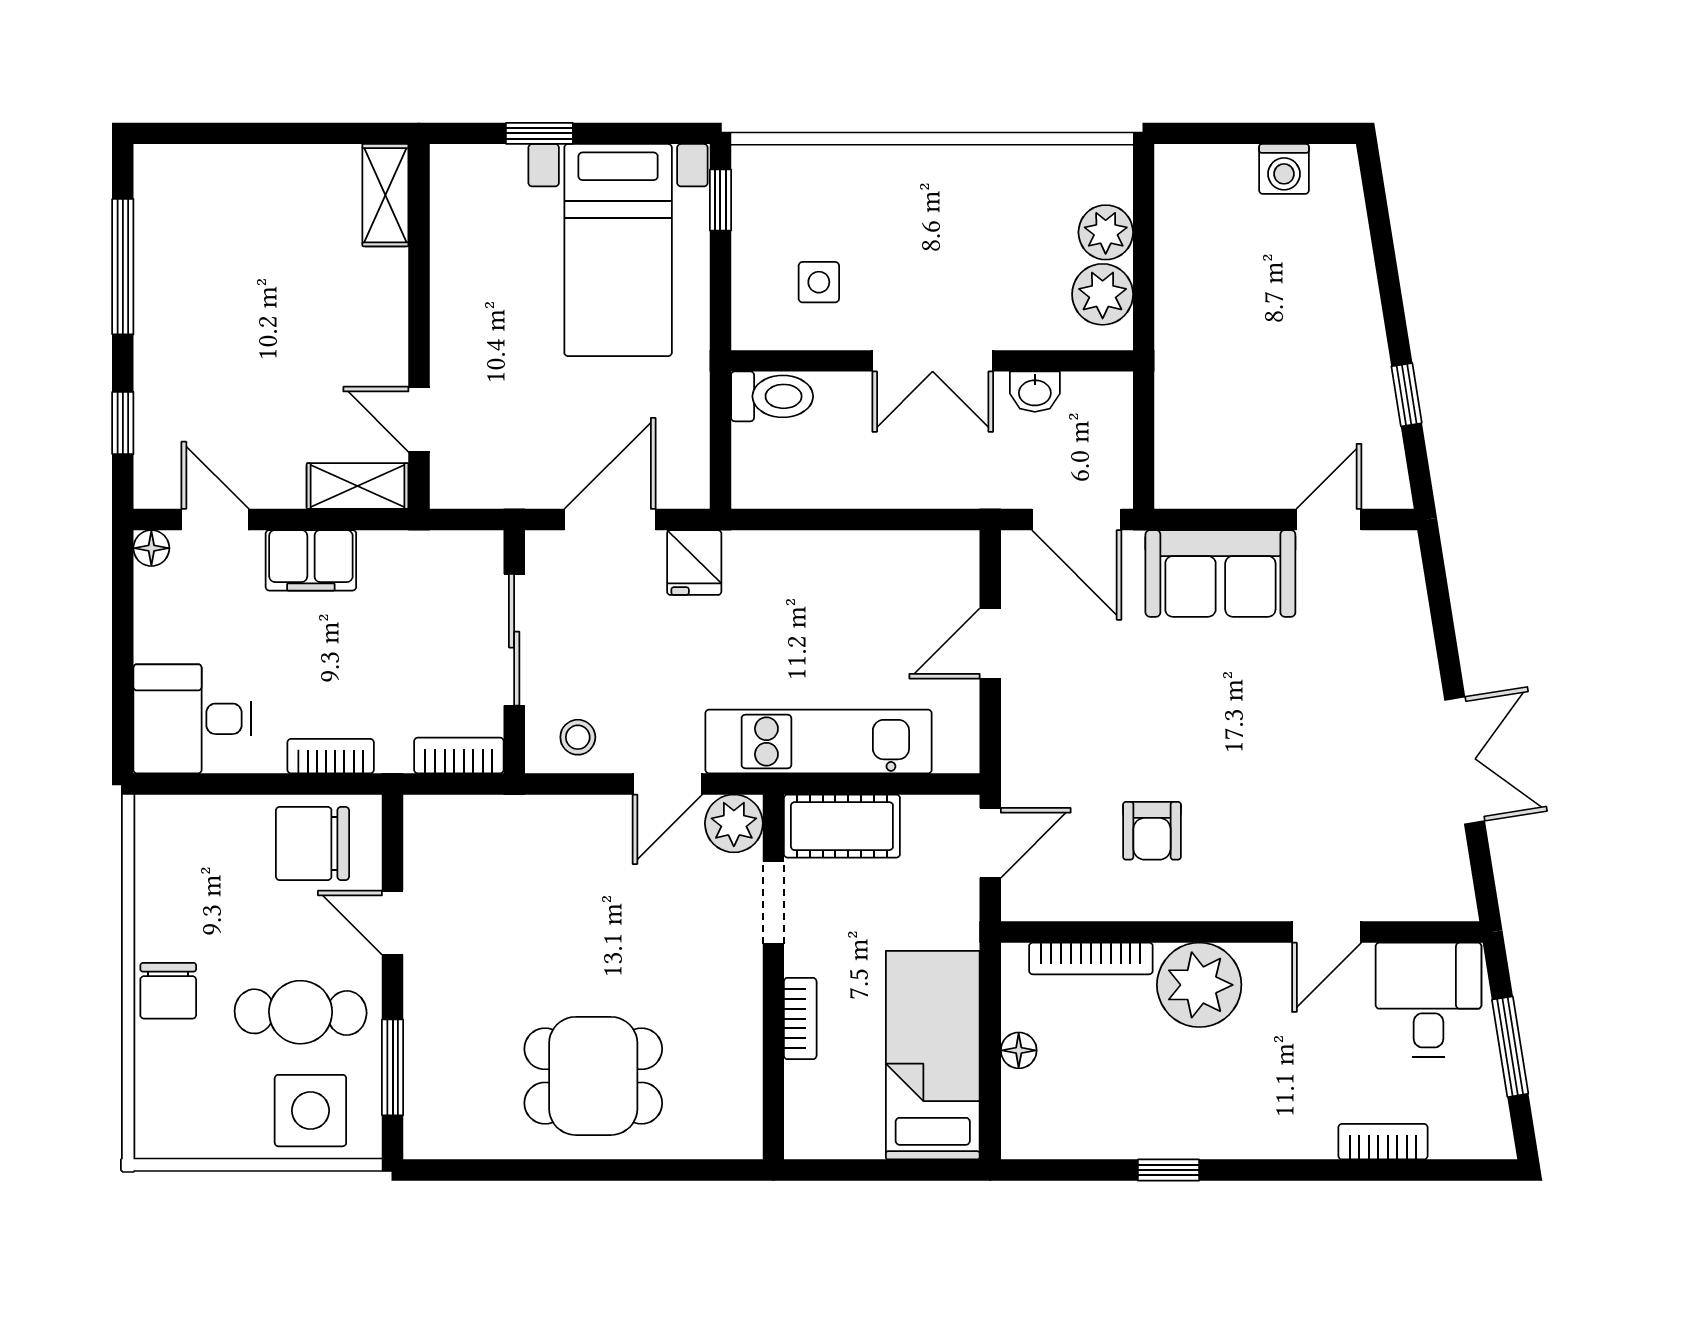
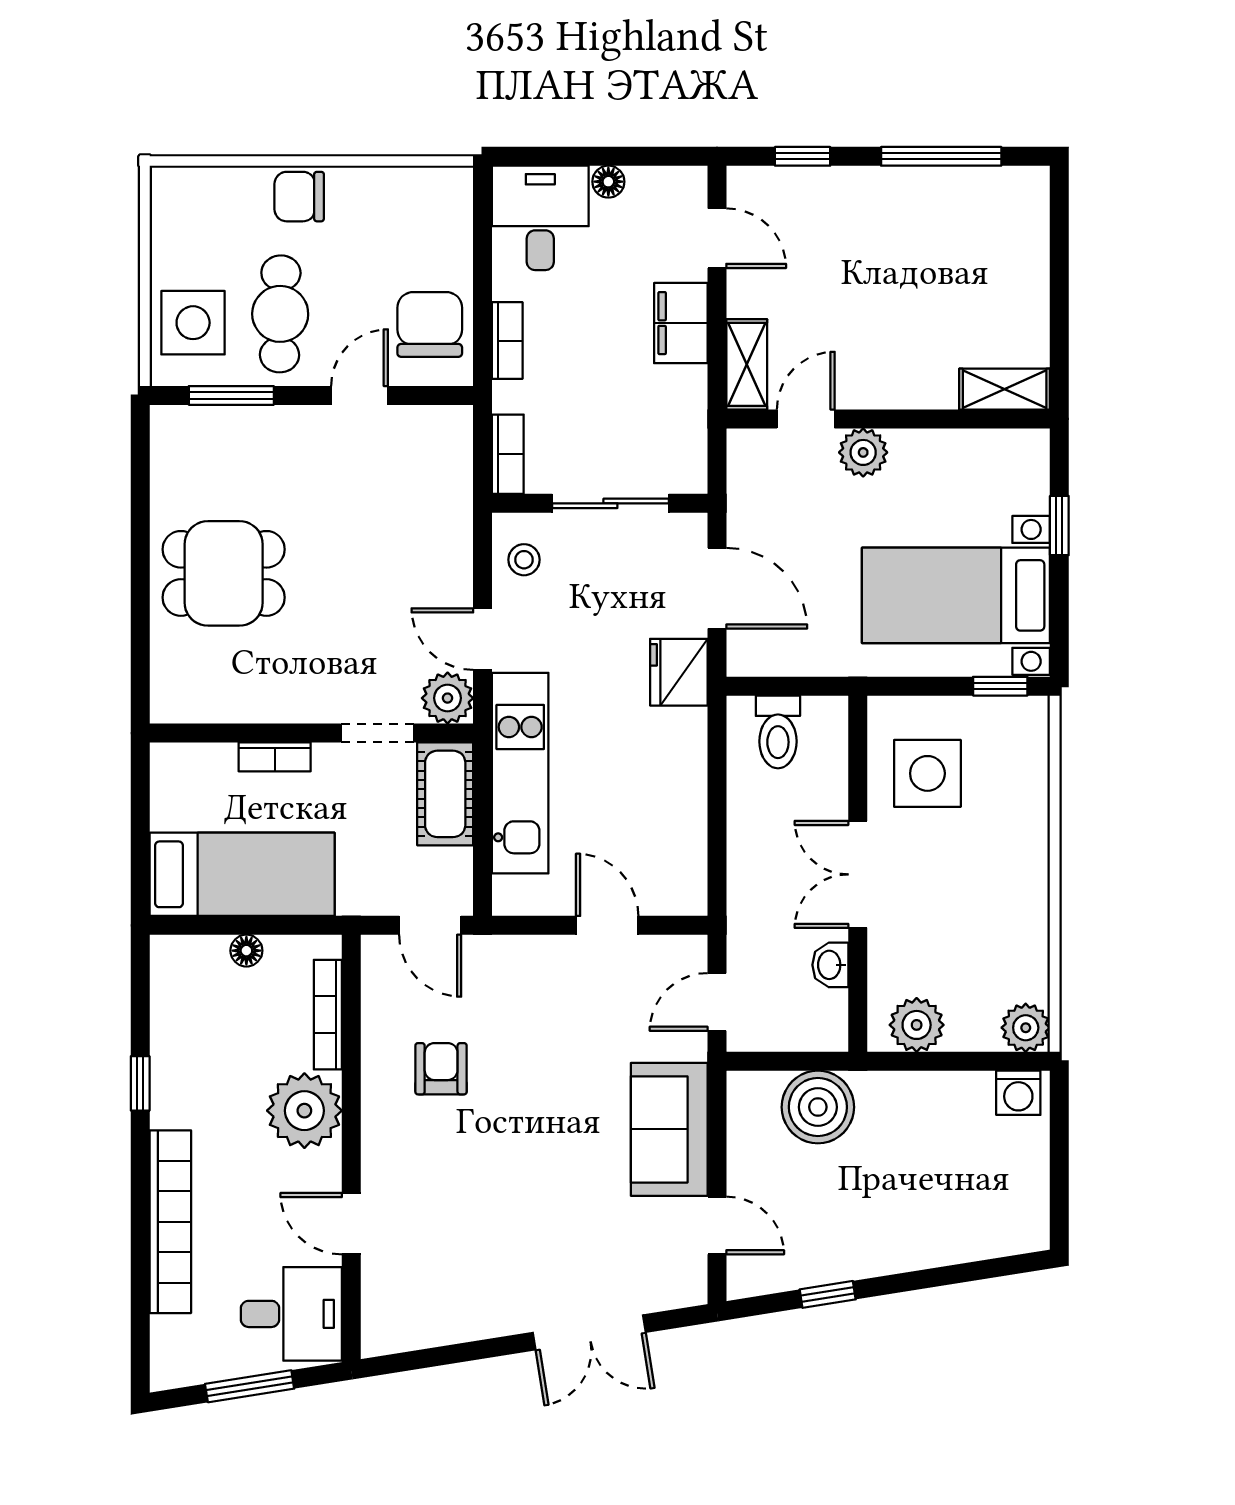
washing machine: (1284, 169) -> (1018, 1093), moved, turned -90
plant: (1106, 232) -> (1026, 1028), moved
side table: (819, 282) -> (927, 773), width x1.87, depth x1.87
plant: (457, 355) -> (863, 452), added
toilet: (772, 396) -> (778, 732), moved
boiler: (1195, 406) -> (818, 1107), added
door: (215, 520) -> (717, 238), hinge flipped
door: (1077, 520) -> (717, 1002), width x0.73
floor lamp: (151, 548) -> (608, 182), moved
fridge: (694, 563) -> (679, 672), width x1.38
double door: (1465, 760) -> (589, 1332), moved
armchair: (1152, 831) -> (441, 1069), turned 90
dining table: (593, 1076) -> (224, 573), turned 90
bookcase: (1383, 1142) -> (170, 1222), width x2.31, depth x1.31

